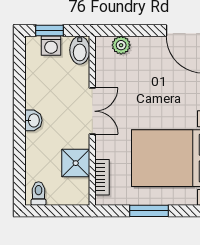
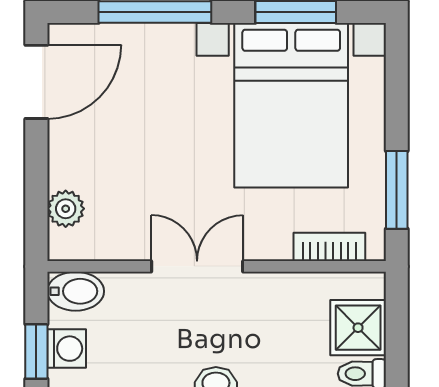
shower: (76, 163) -> (358, 328), moved
window: (149, 211) -> (397, 190), moved

